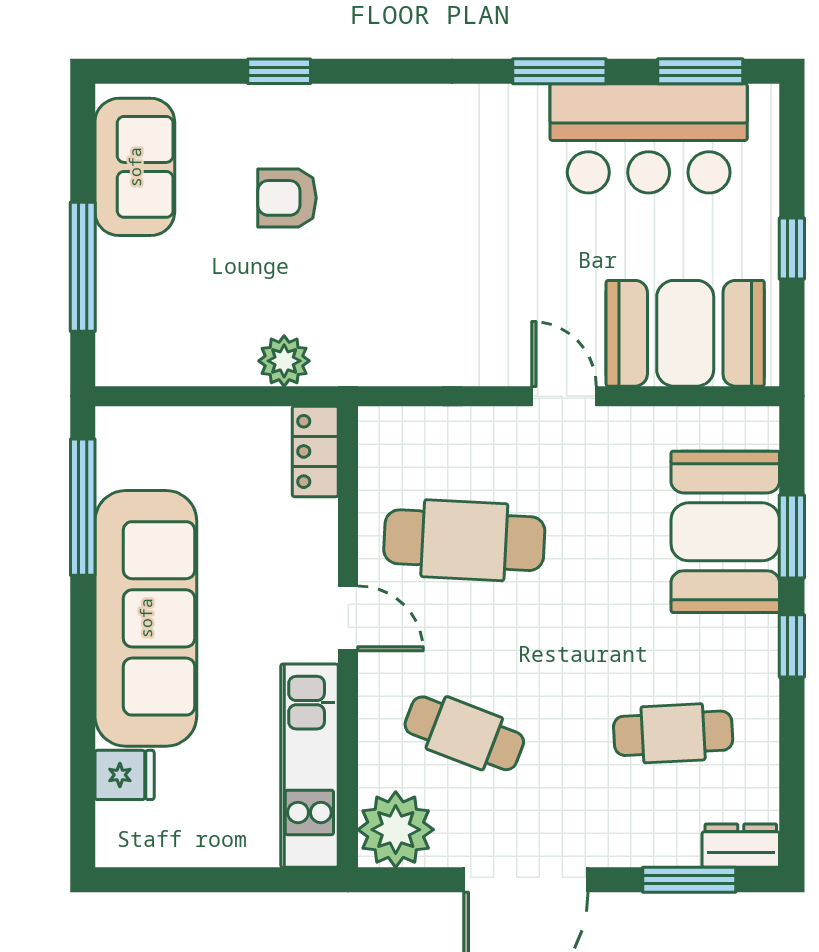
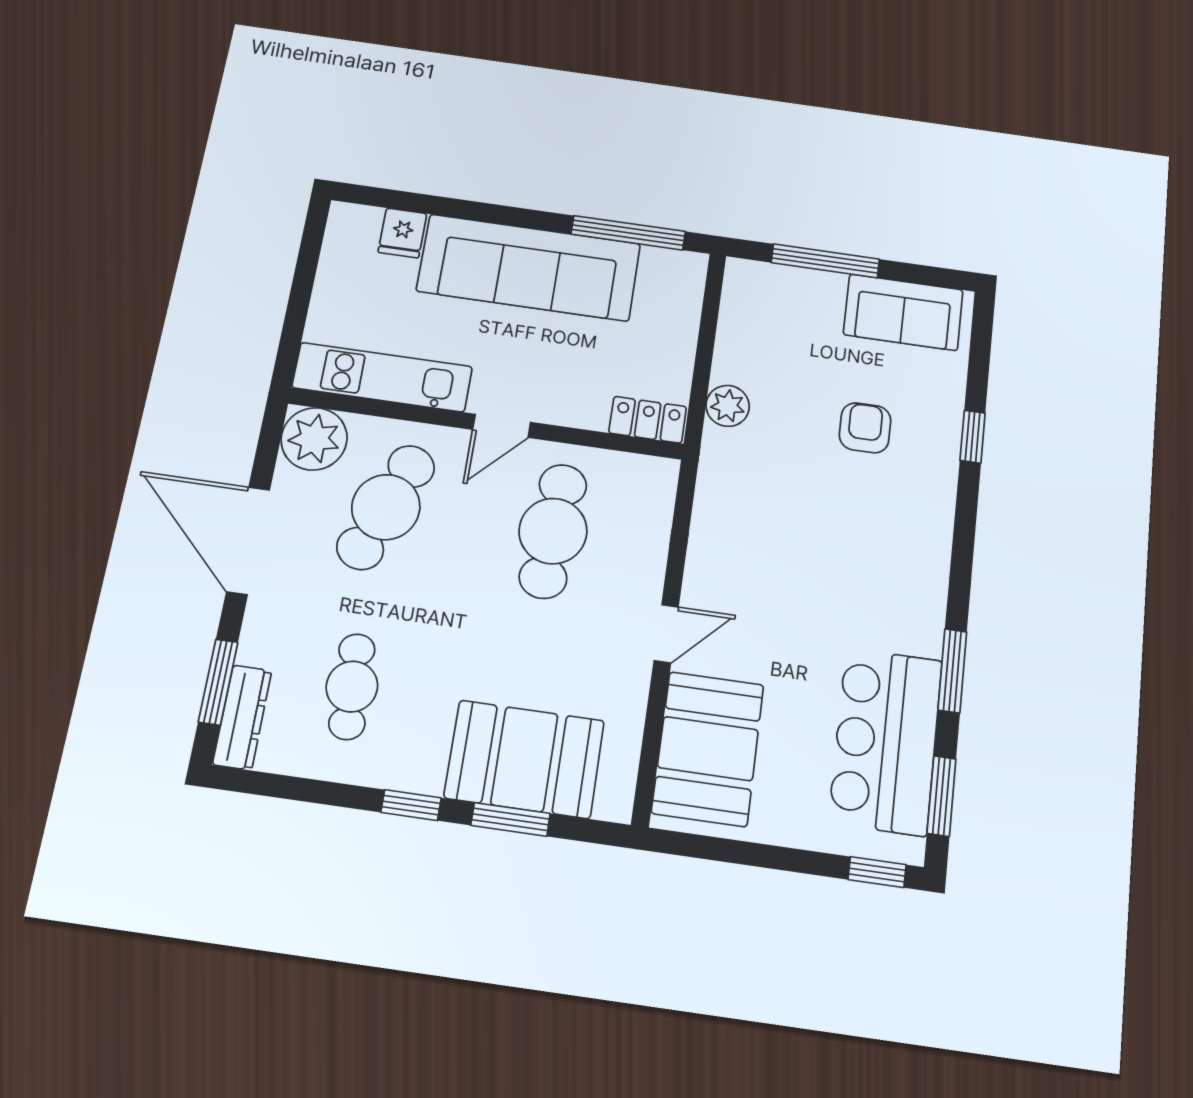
window: (792, 249) -> (877, 872), moved
cafe table: (464, 733) -> (386, 507), width x1.37, depth x1.35
dresser: (741, 846) -> (242, 717), width x1.44

